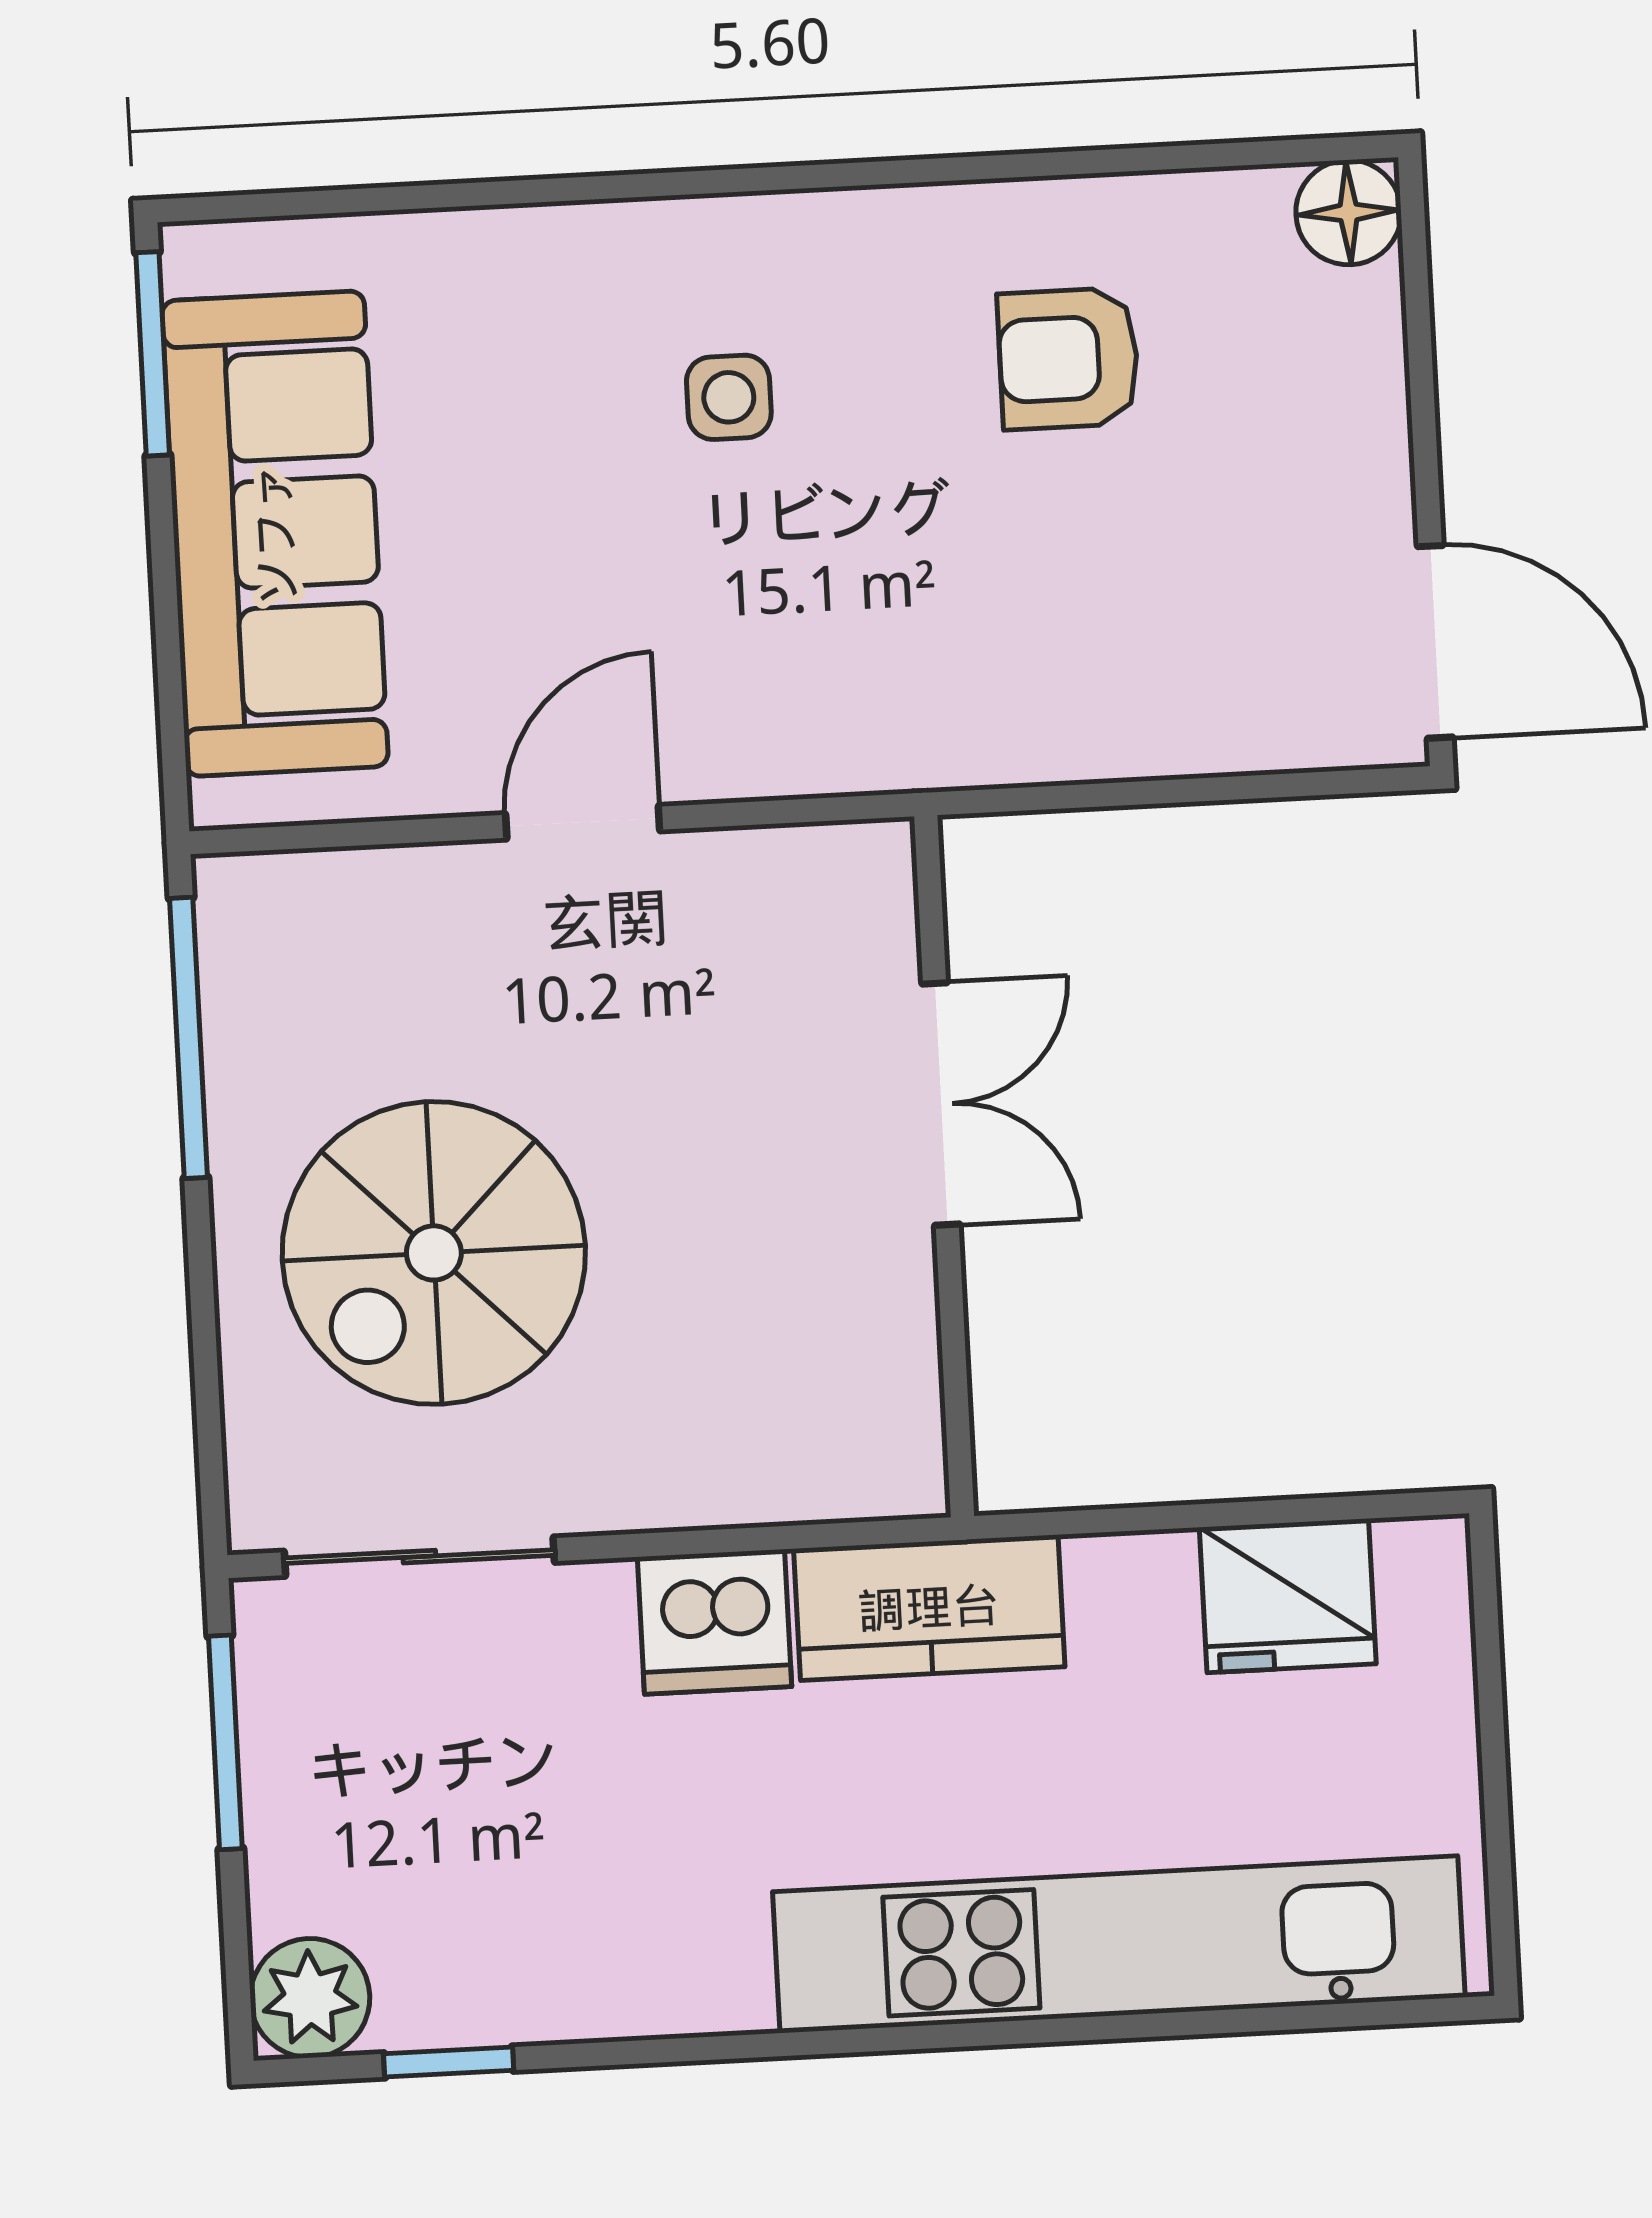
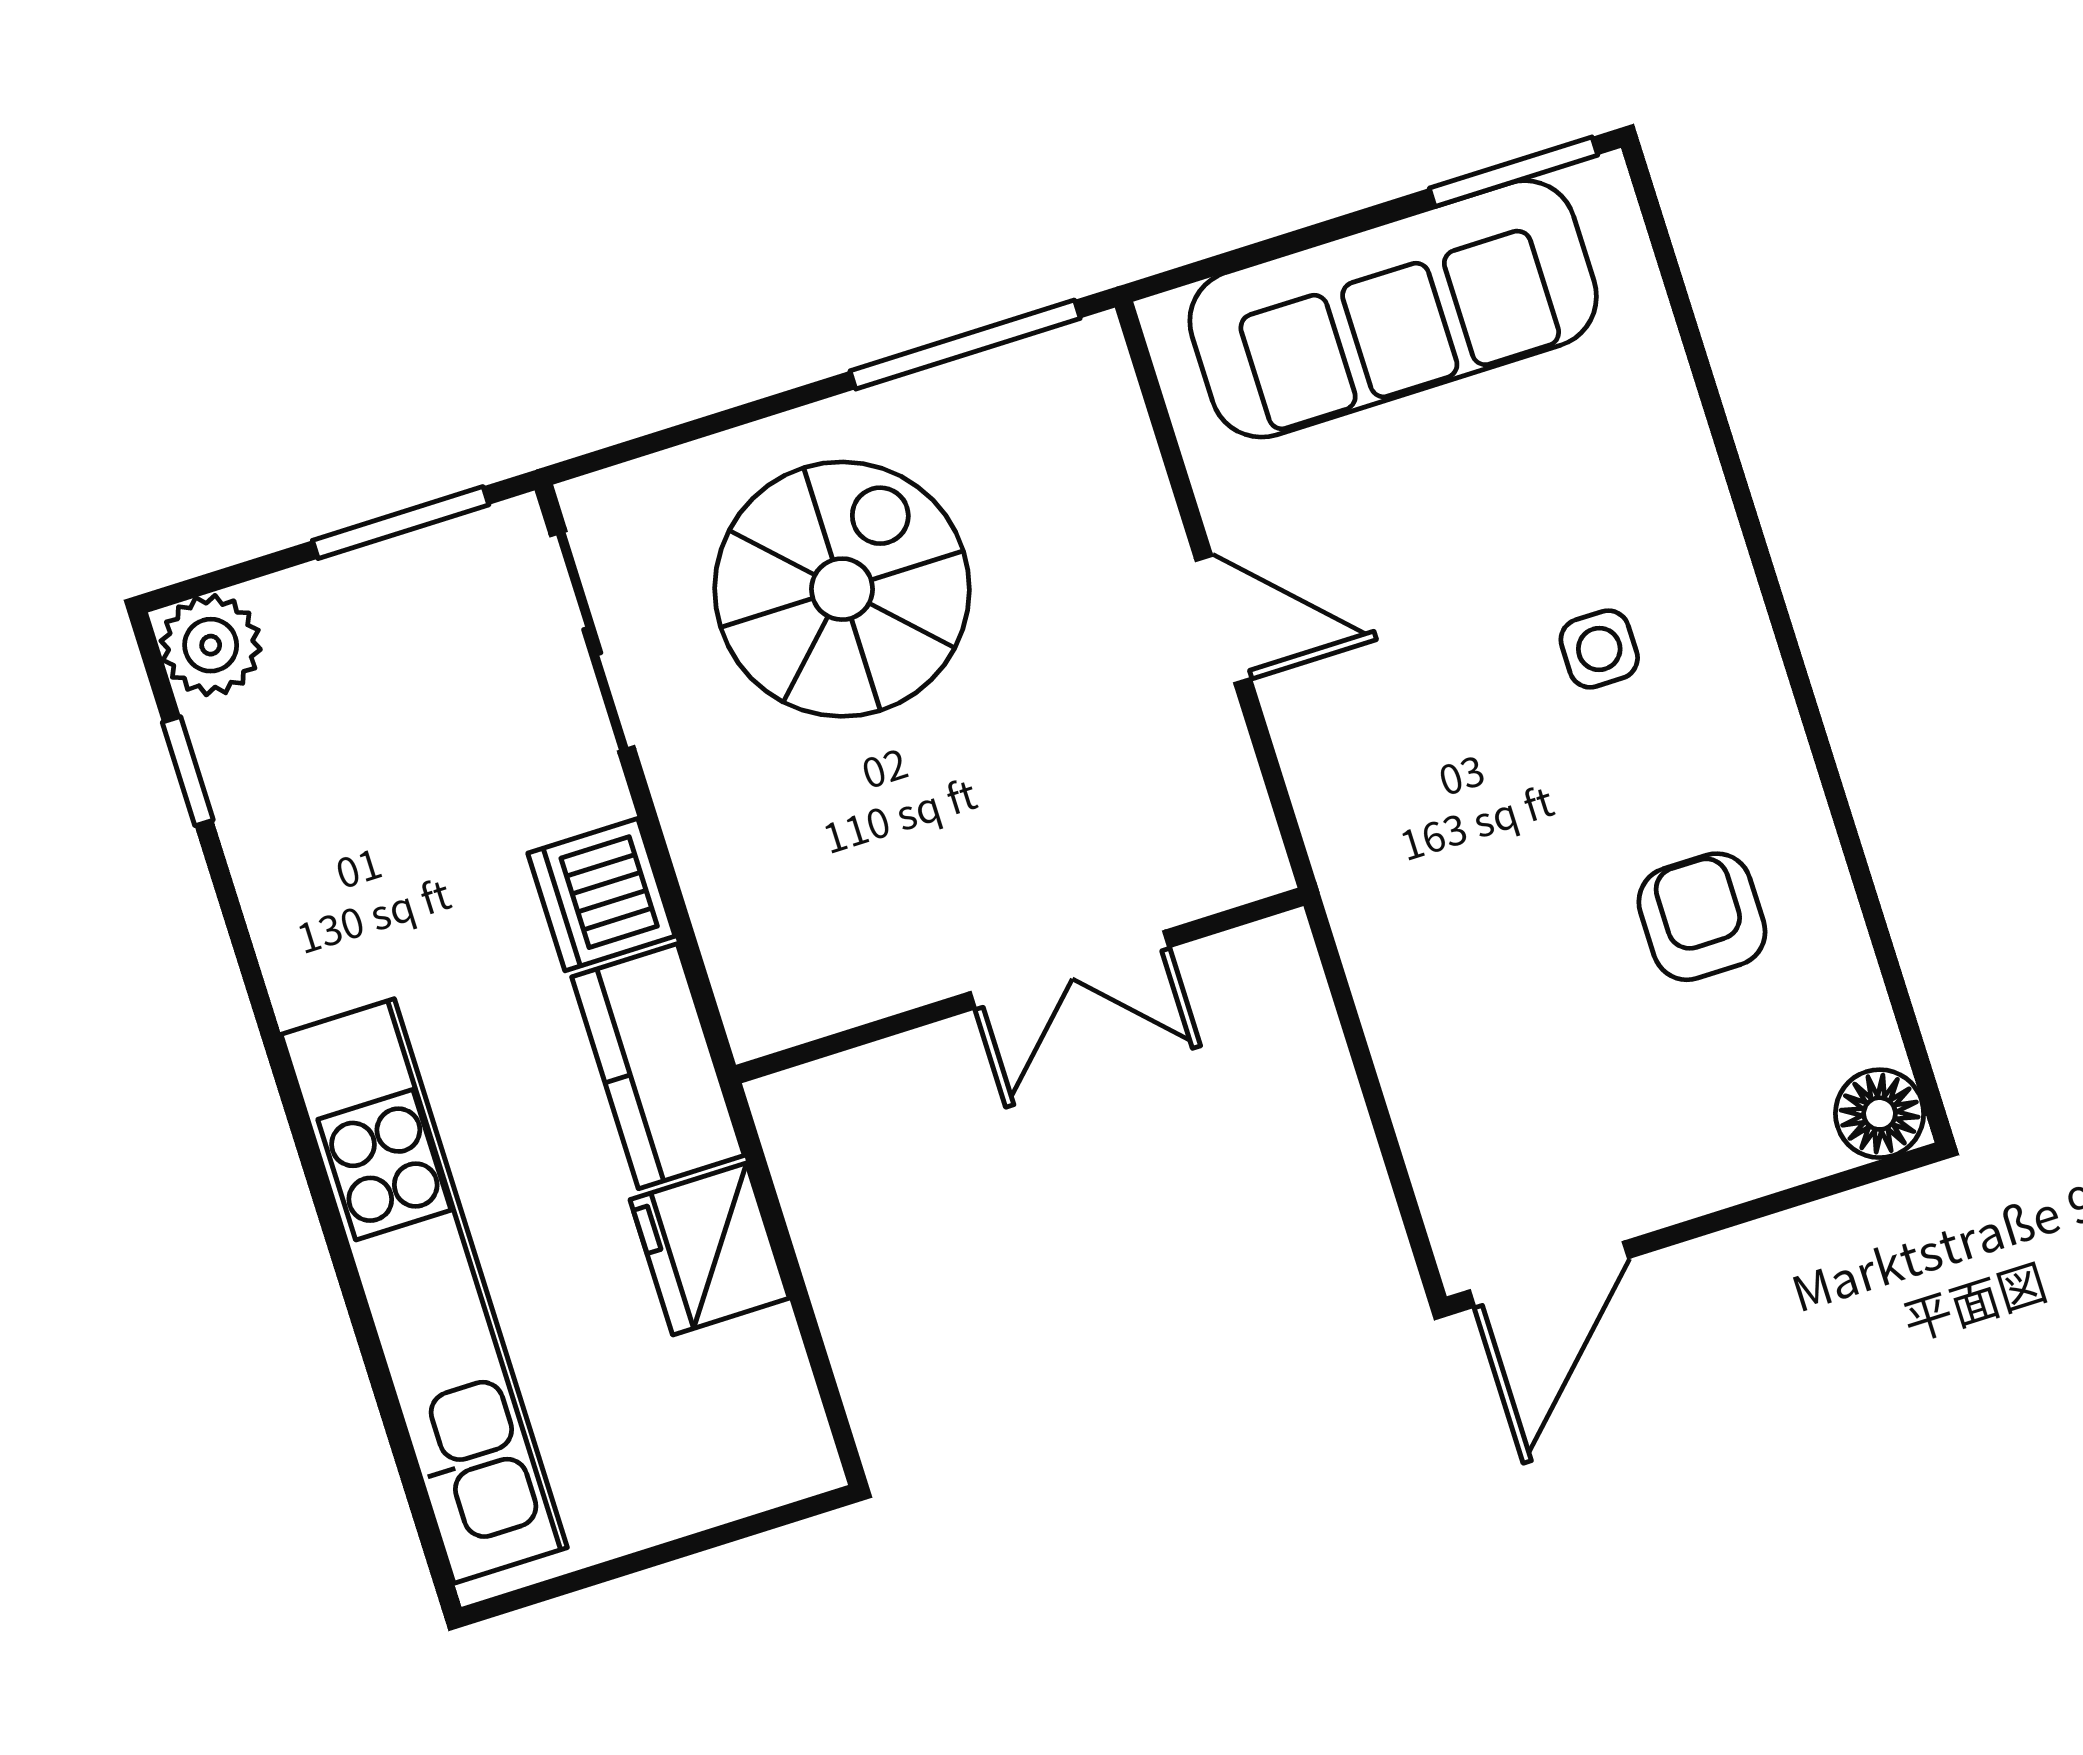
spiral stairs: (434, 1253) -> (842, 589), turned 90
fridge: (1288, 1596) -> (710, 1249), moved

